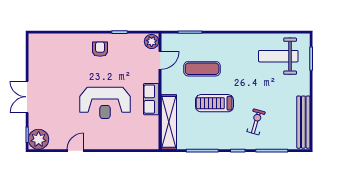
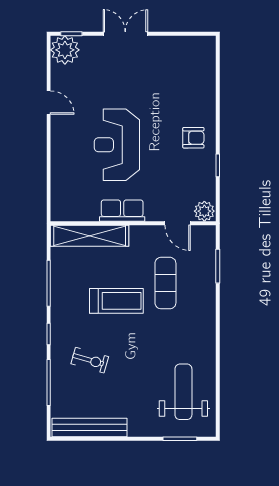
treadmill: (214, 103) -> (116, 301), turned 90

